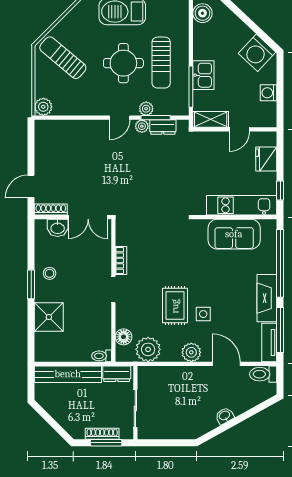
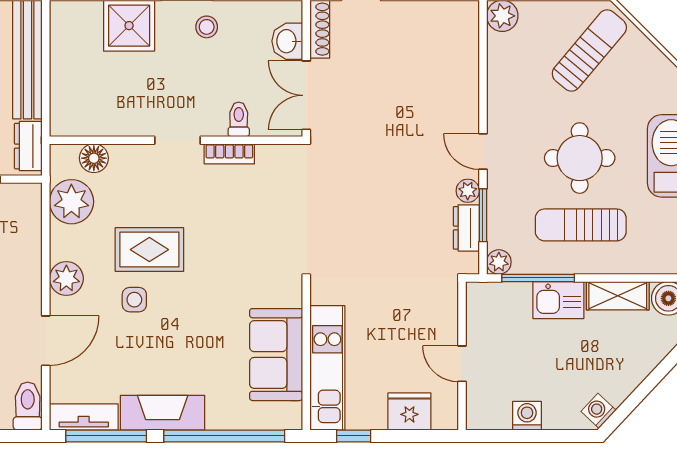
washing machine: (257, 53) -> (598, 411), width x0.53, depth x0.53
plant: (146, 109) -> (499, 262), moved
shelving: (211, 119) -> (618, 296), moved, turned 90
toilet: (102, 356) -> (239, 119), moved

